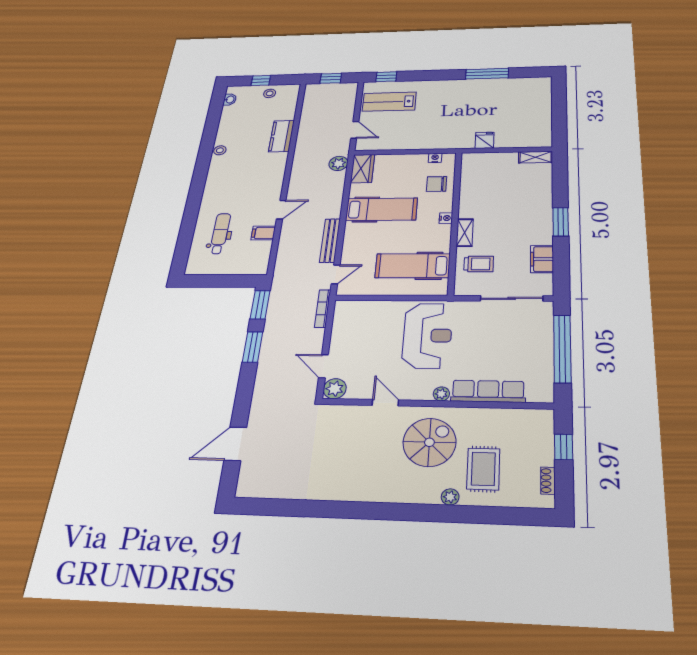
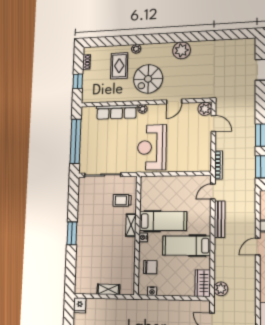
fridge: (485, 140) -> (80, 305), moved
shelving: (536, 157) -> (108, 289), moved
filing cabinet: (542, 259) -> (84, 204), removed
hospital bed: (413, 266) -> (163, 221), moved
door: (385, 403) -> (174, 101), hinge flipped
plant: (366, 487) -> (182, 50), added

